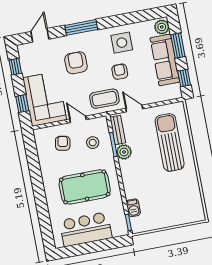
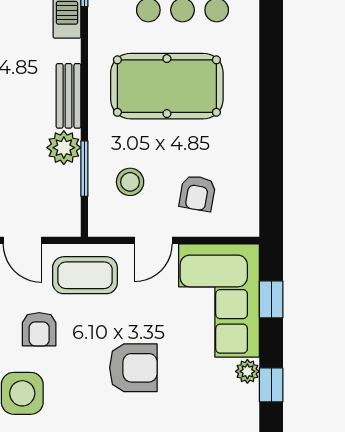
armchair: (76, 63) -> (133, 368), turned -90
plant: (27, 71) -> (247, 371), added
door: (78, 119) -> (153, 240), hinge flipped
bench: (118, 130) -> (69, 96), moved

